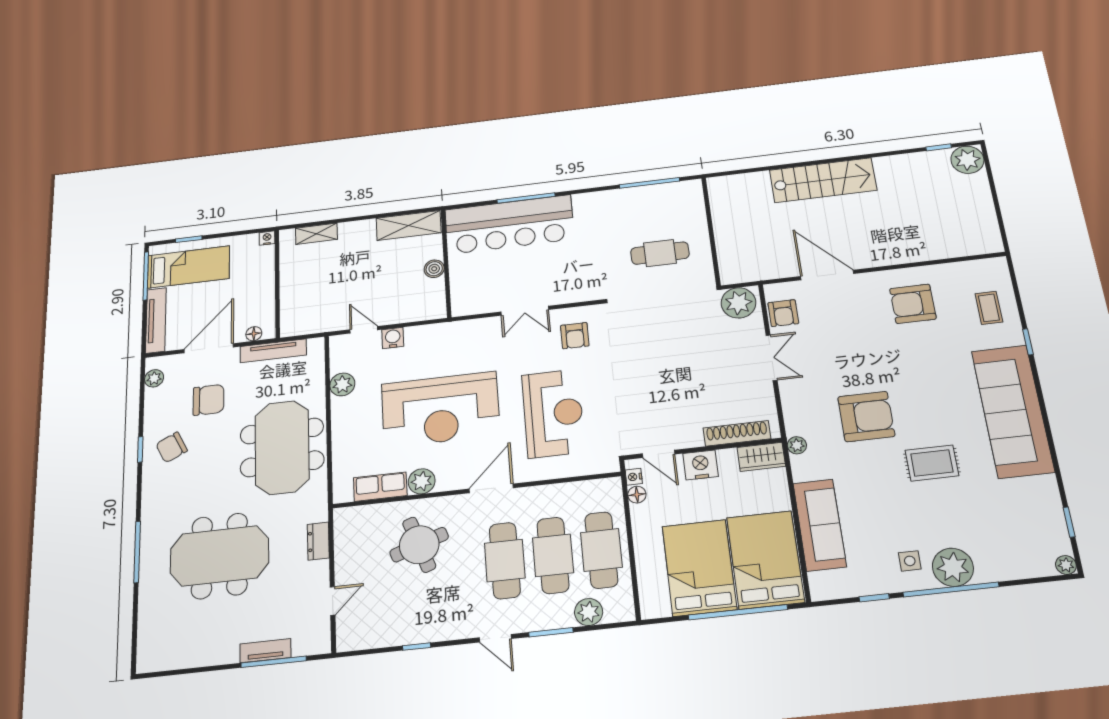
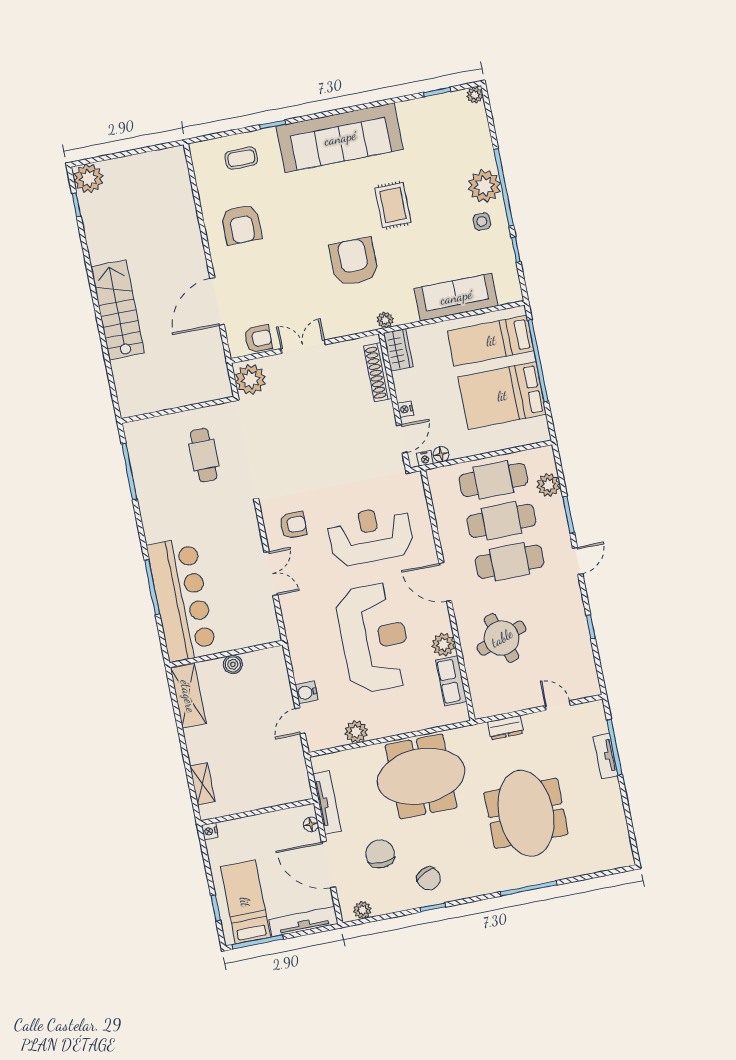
nightstand: (701, 465) -> (405, 409), width x0.53, depth x0.56
bed: (765, 560) -> (491, 341), width x0.67

